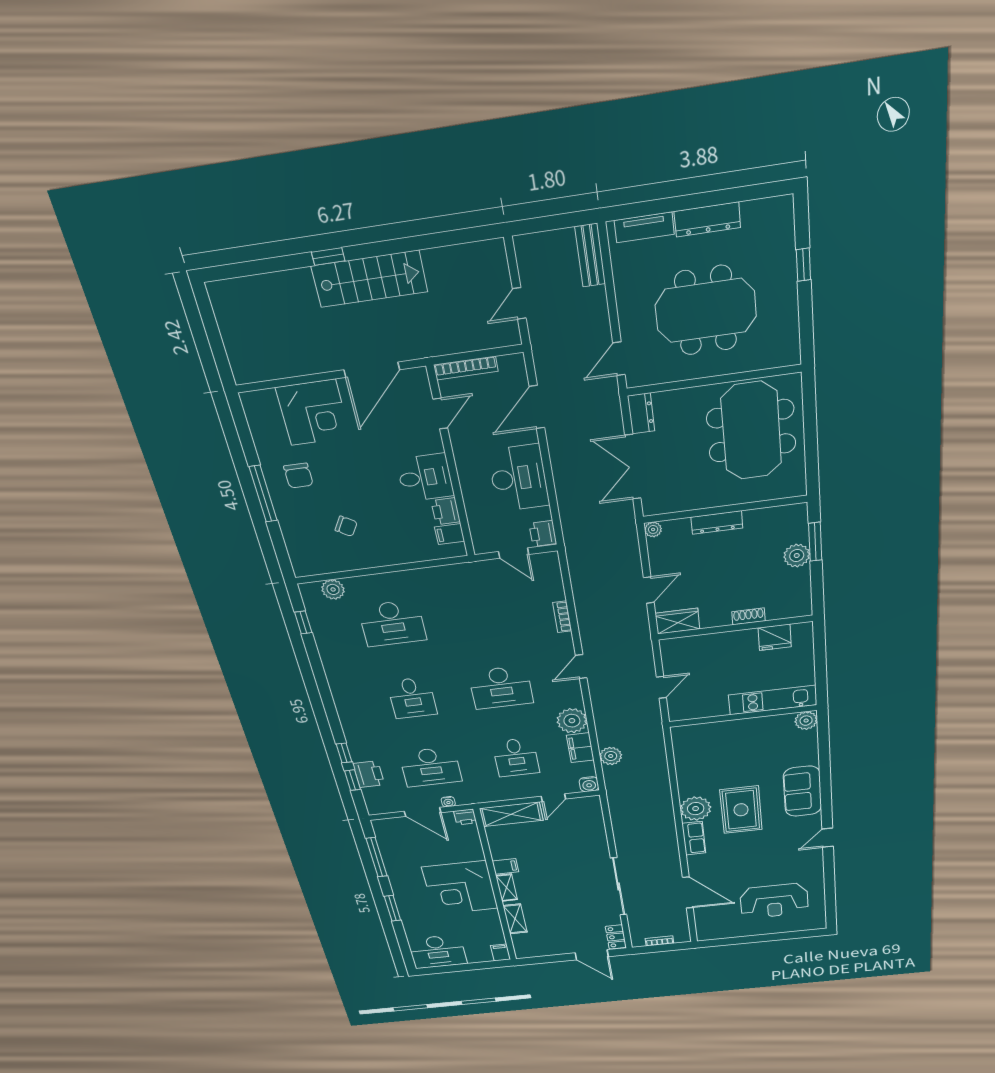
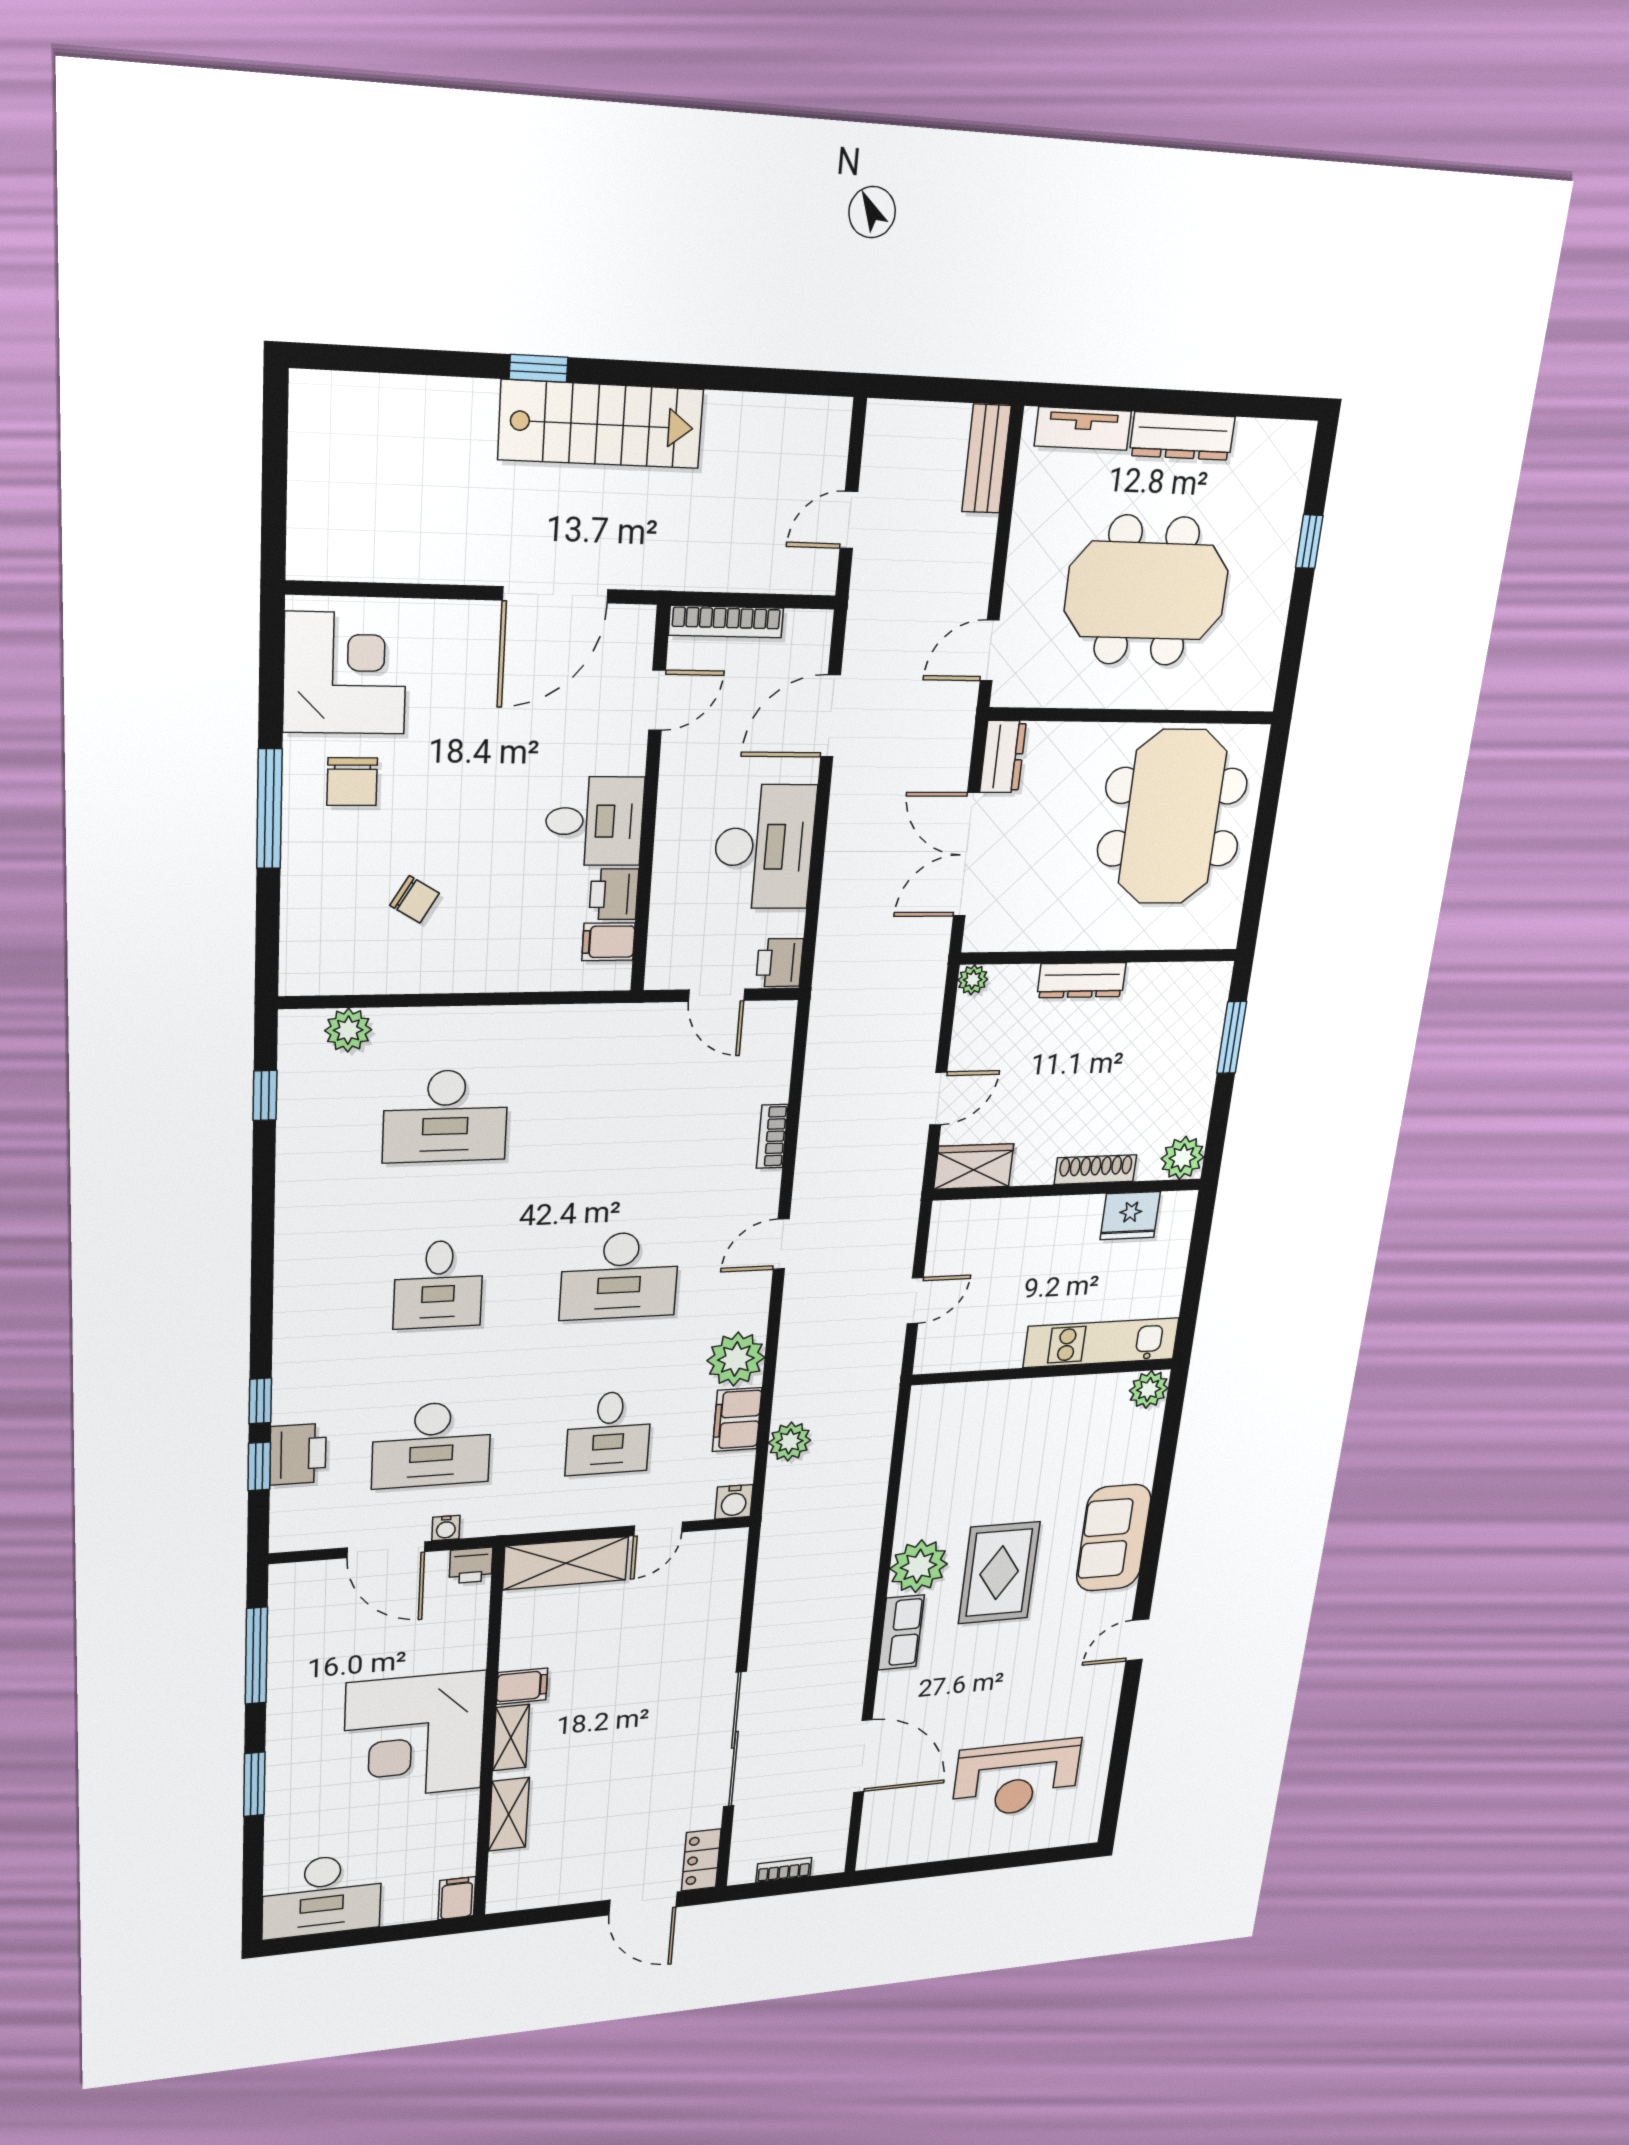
corner desk: (313, 413) -> (345, 673), moved, turned -90
plant: (797, 556) -> (1183, 1158), moved
shoe rack: (749, 616) -> (1095, 1170), width x1.43

